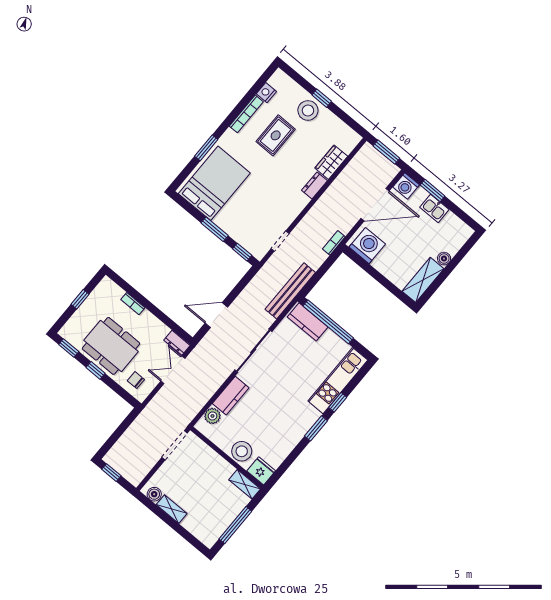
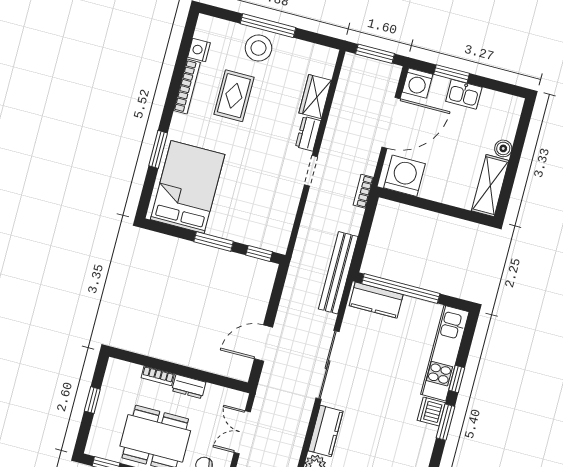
window: (322, 98) -> (268, 26), width x2.17
doorway: (280, 241) -> (311, 171), moved
dresser: (177, 343) -> (189, 387), moved
dishwasher: (310, 416) -> (431, 412), added

